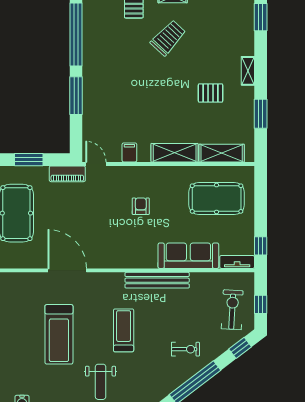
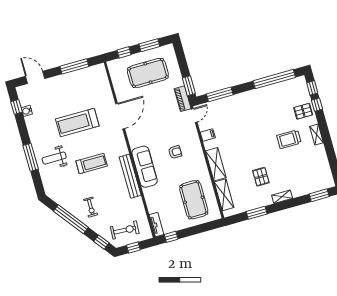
trolley: (168, 38) -> (289, 139), turned 137
window: (76, 96) -> (220, 94), moved
window: (29, 160) -> (189, 86), moved
sofa: (188, 256) -> (145, 167), moved

